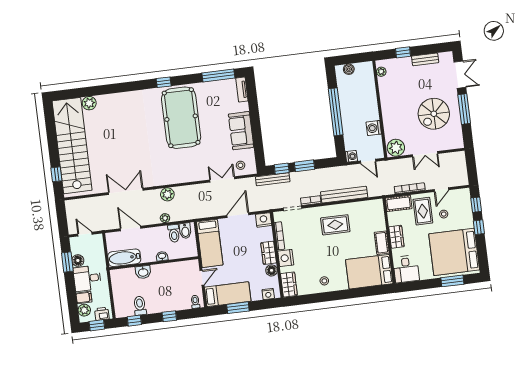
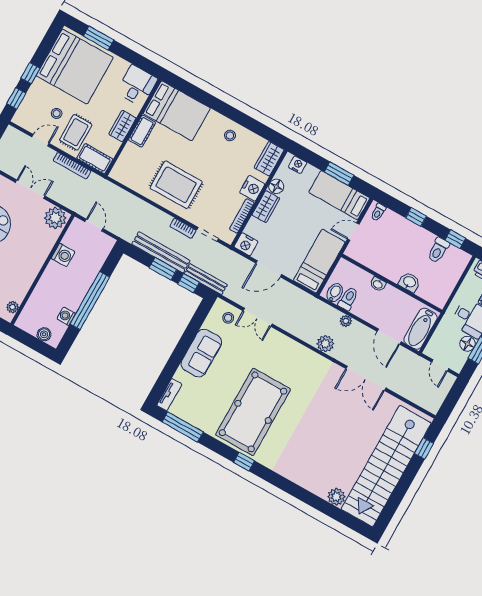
washing machine: (351, 156) -> (66, 316), moved
bench: (344, 195) -> (161, 252), moved
rug: (335, 225) -> (176, 185), width x1.36, depth x1.43
bathtub: (124, 258) -> (421, 329), moved, turned 90

